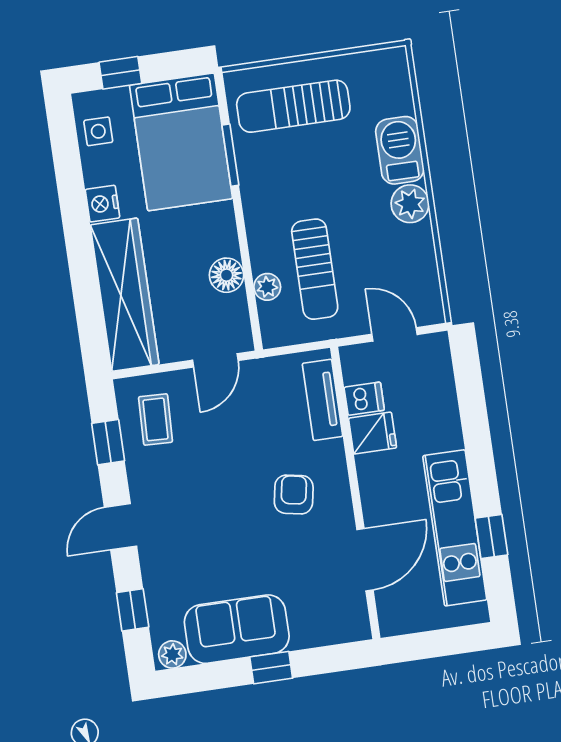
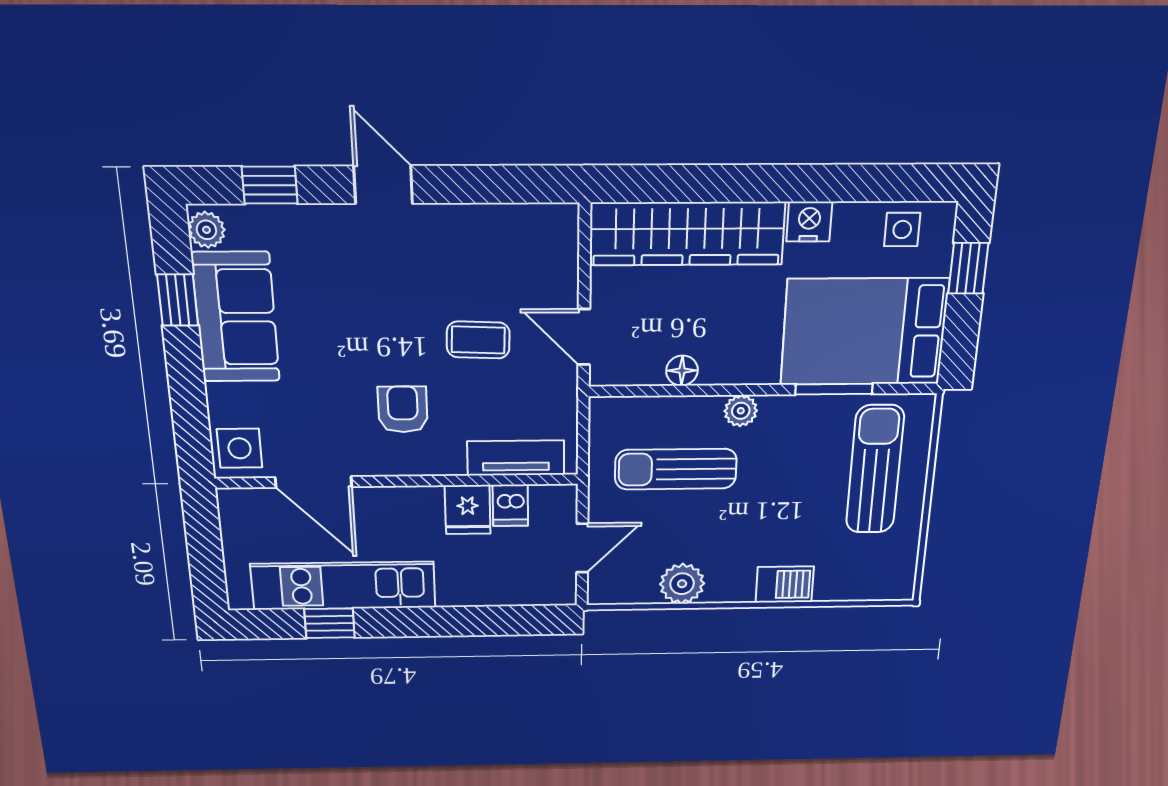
barbecue: (400, 150) -> (785, 584), width x0.73, depth x0.79
plant: (410, 204) -> (682, 584), moved
floor lamp: (227, 275) -> (682, 371), width x0.73, depth x0.73
plant: (267, 287) -> (741, 411), moved
coffee table: (156, 419) -> (478, 340), moved
window: (108, 442) -> (498, 184), removed
armchair: (294, 494) -> (403, 409), turned -100
side table: (344, 620) -> (240, 448), added
window: (271, 668) -> (178, 300), moved

